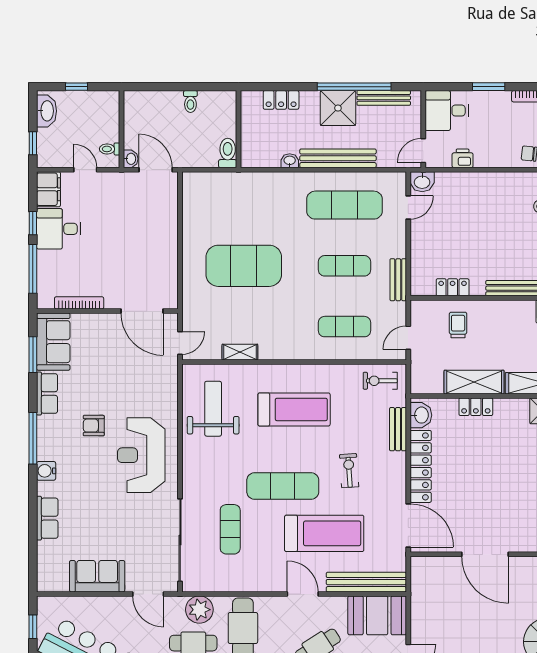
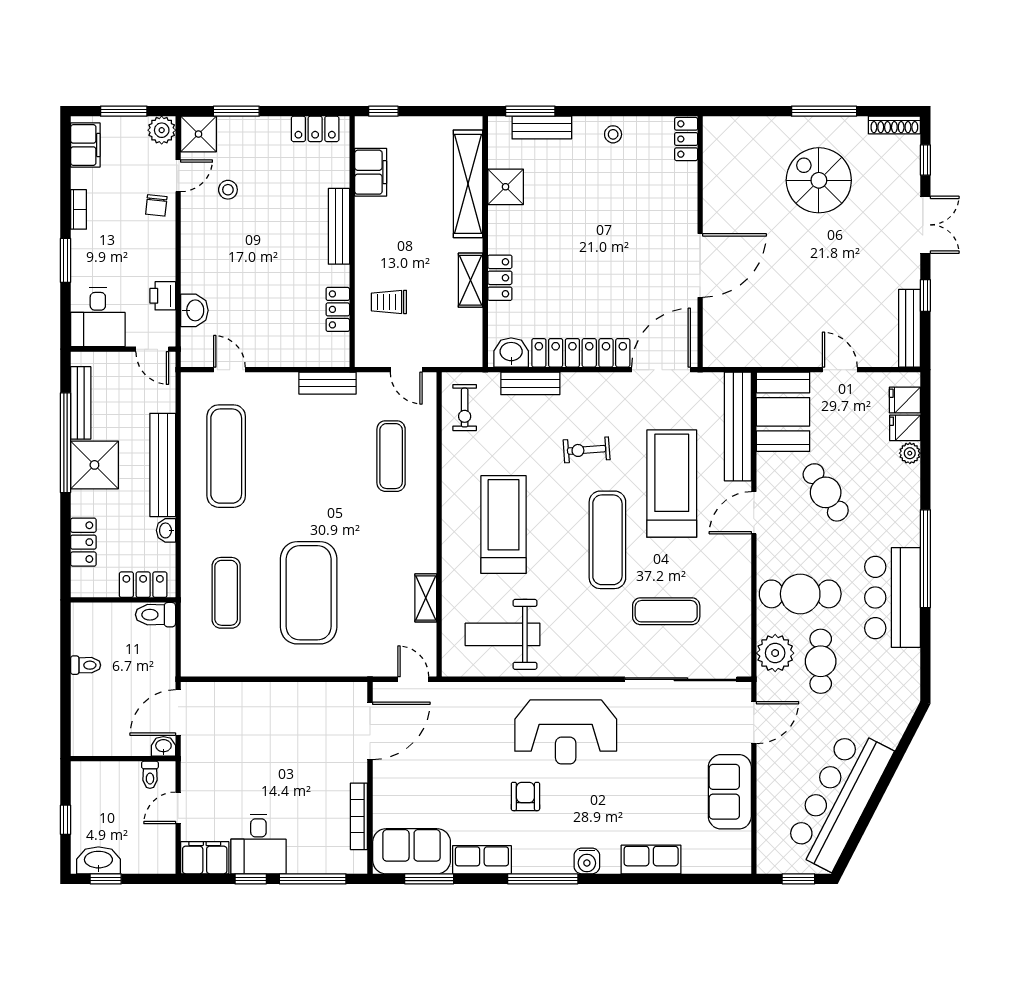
window: (33, 143) -> (106, 879), moved
locker: (250, 144) -> (143, 585), added
washbasin: (422, 182) -> (194, 310), moved
exercise mat: (344, 266) -> (226, 593), moved
shelving: (474, 382) -> (470, 280), width x0.67, depth x0.75
armchair: (94, 426) -> (525, 796), turned 180

